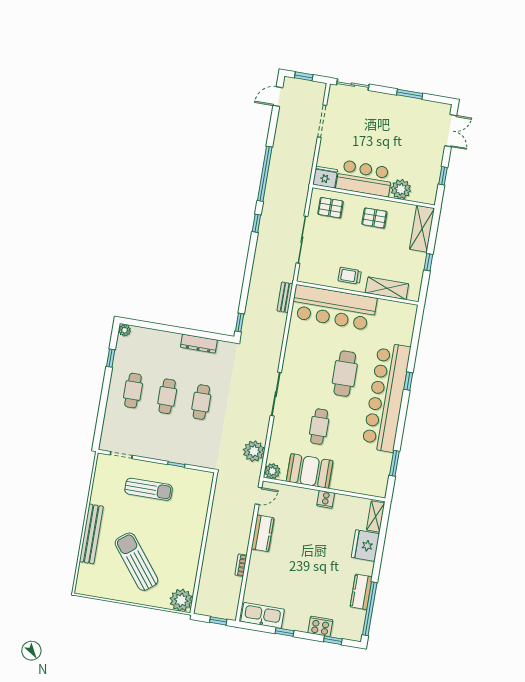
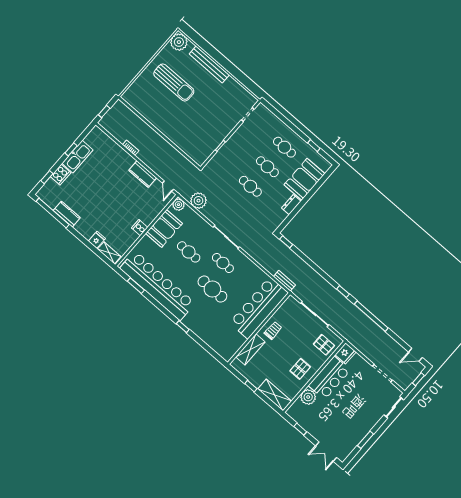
door: (278, 97) -> (415, 355), swing flipped
pallet: (330, 208) -> (324, 345), turned 90
plant: (125, 330) -> (326, 165), removed
dresser: (199, 344) -> (291, 205), width x0.70
booth: (156, 345) -> (304, 179), added
cafe table: (308, 380) -> (223, 263), added
bar counter: (386, 397) -> (157, 286), moved
sun lounger: (149, 489) -> (215, 119), removed
fridge: (365, 545) -> (97, 240), width x0.53, depth x0.75
sun lounger: (136, 562) -> (174, 82), turned 38
plant: (181, 600) -> (179, 42), moved
kitchen sink: (262, 615) -> (78, 157), moved

